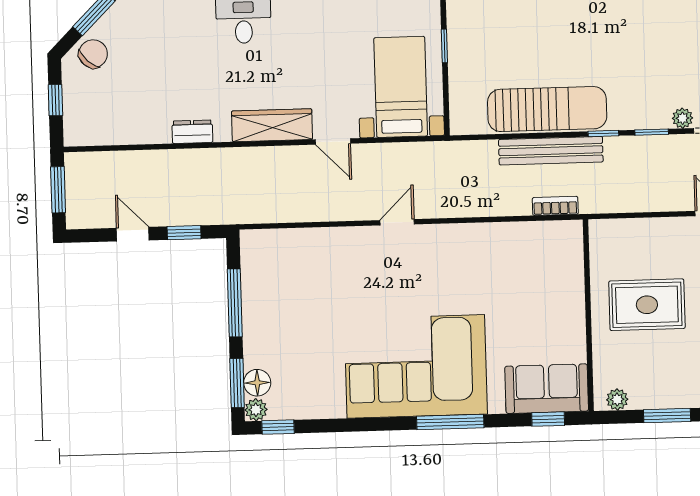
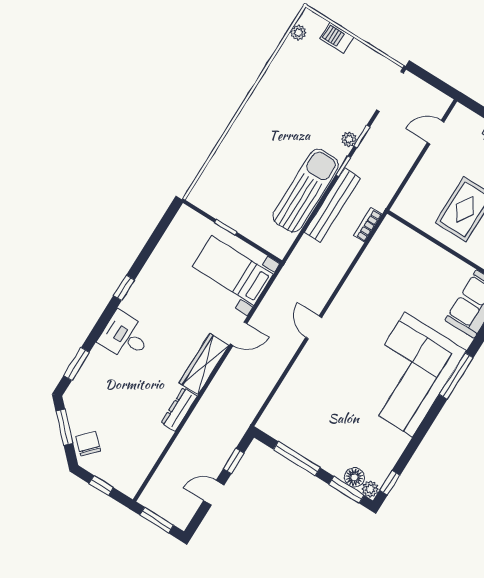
plant: (682, 118) -> (349, 139), moved
dresser: (192, 132) -> (179, 410), width x1.44

